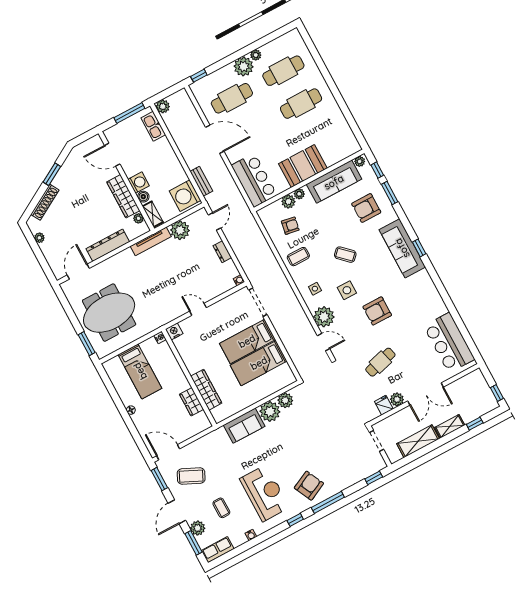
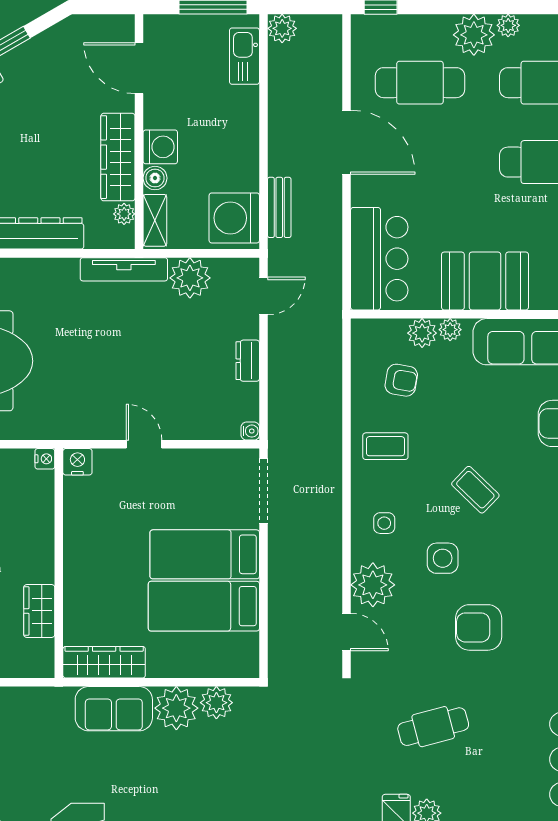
wardrobe: (206, 390) -> (104, 662), moved, turned -90

